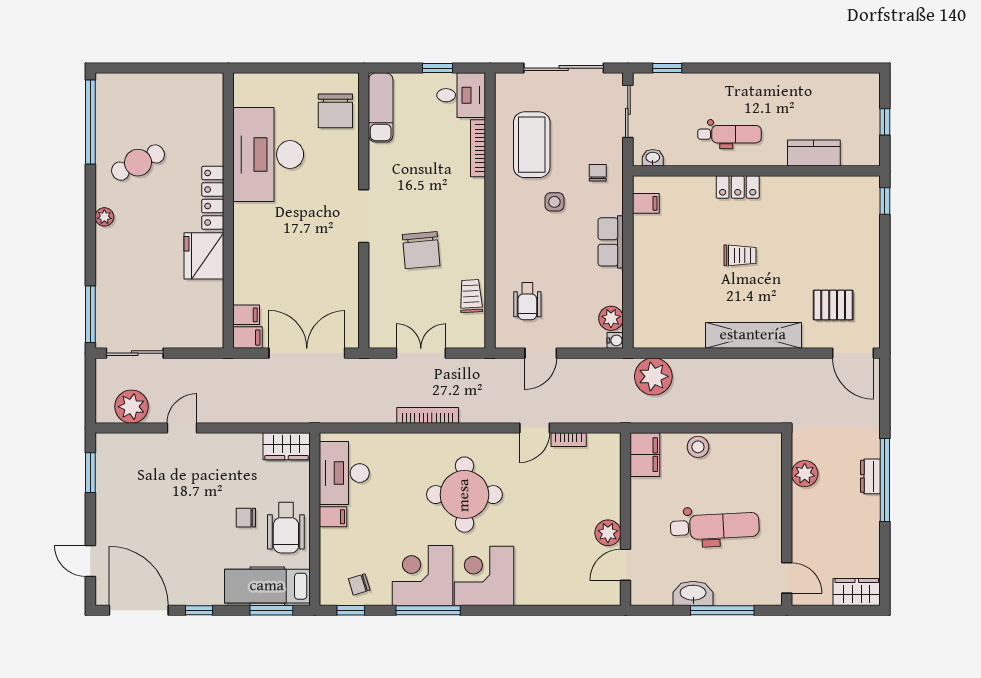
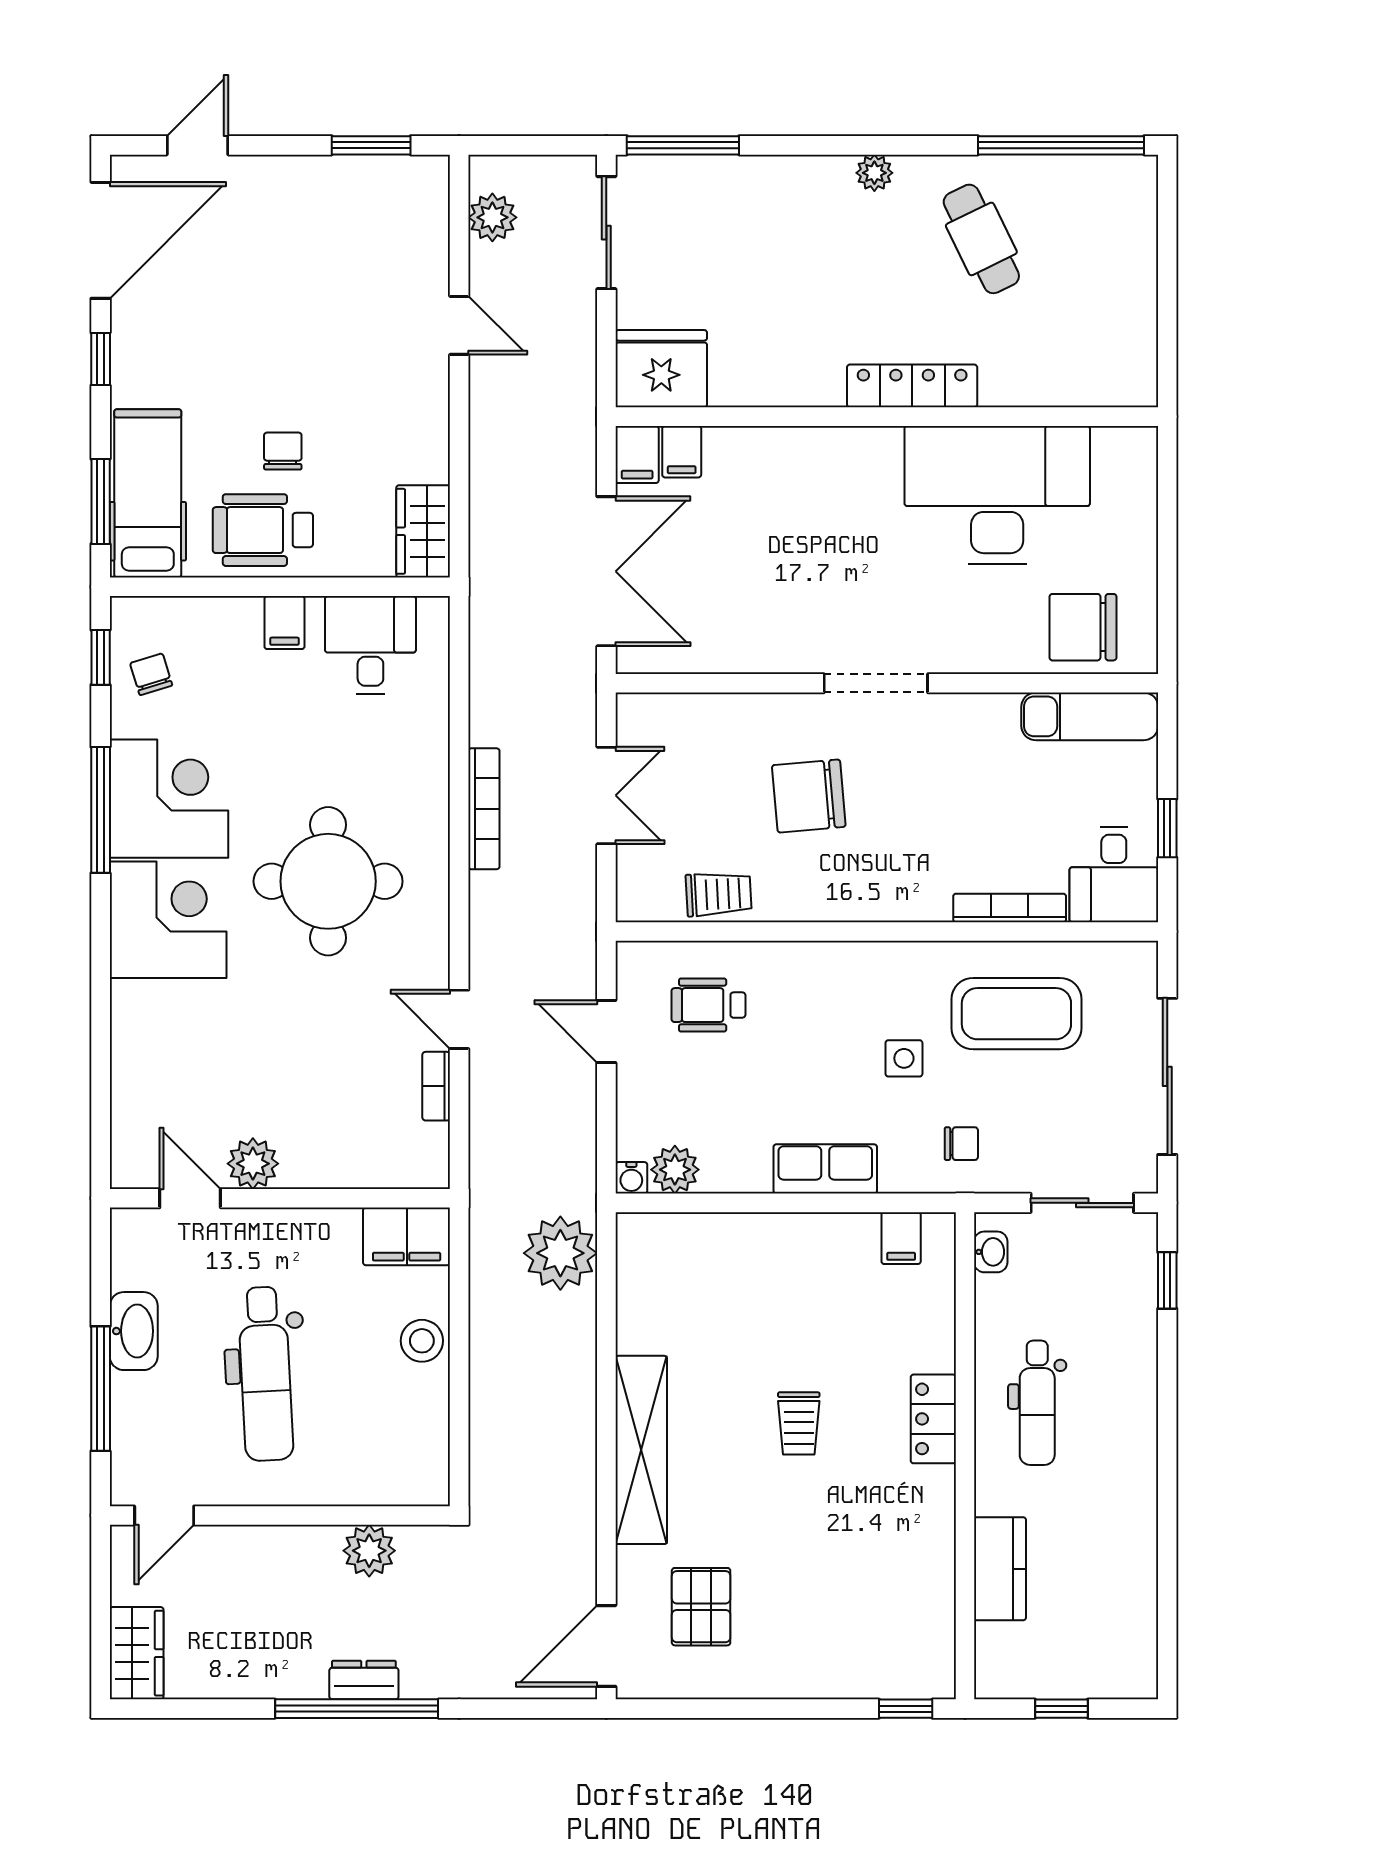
fridge: (204, 256) -> (661, 369), moved
plant: (132, 407) -> (492, 217), width x0.73, depth x0.73
desk: (344, 473) -> (370, 645), width x0.73

